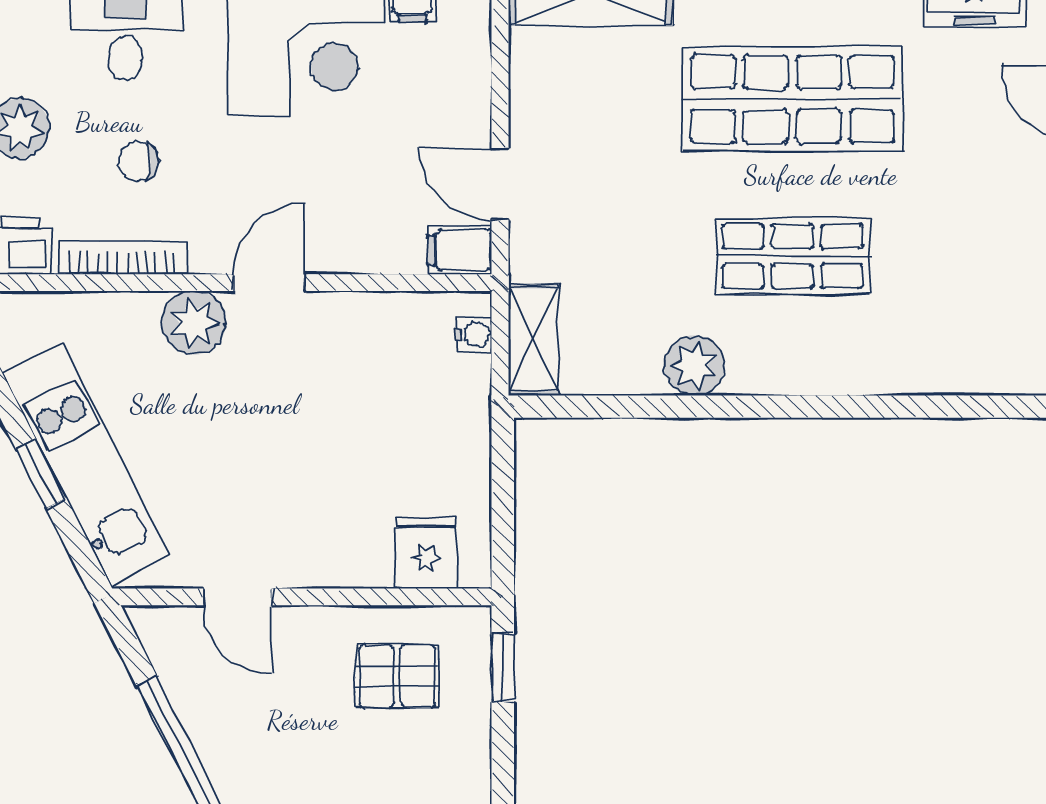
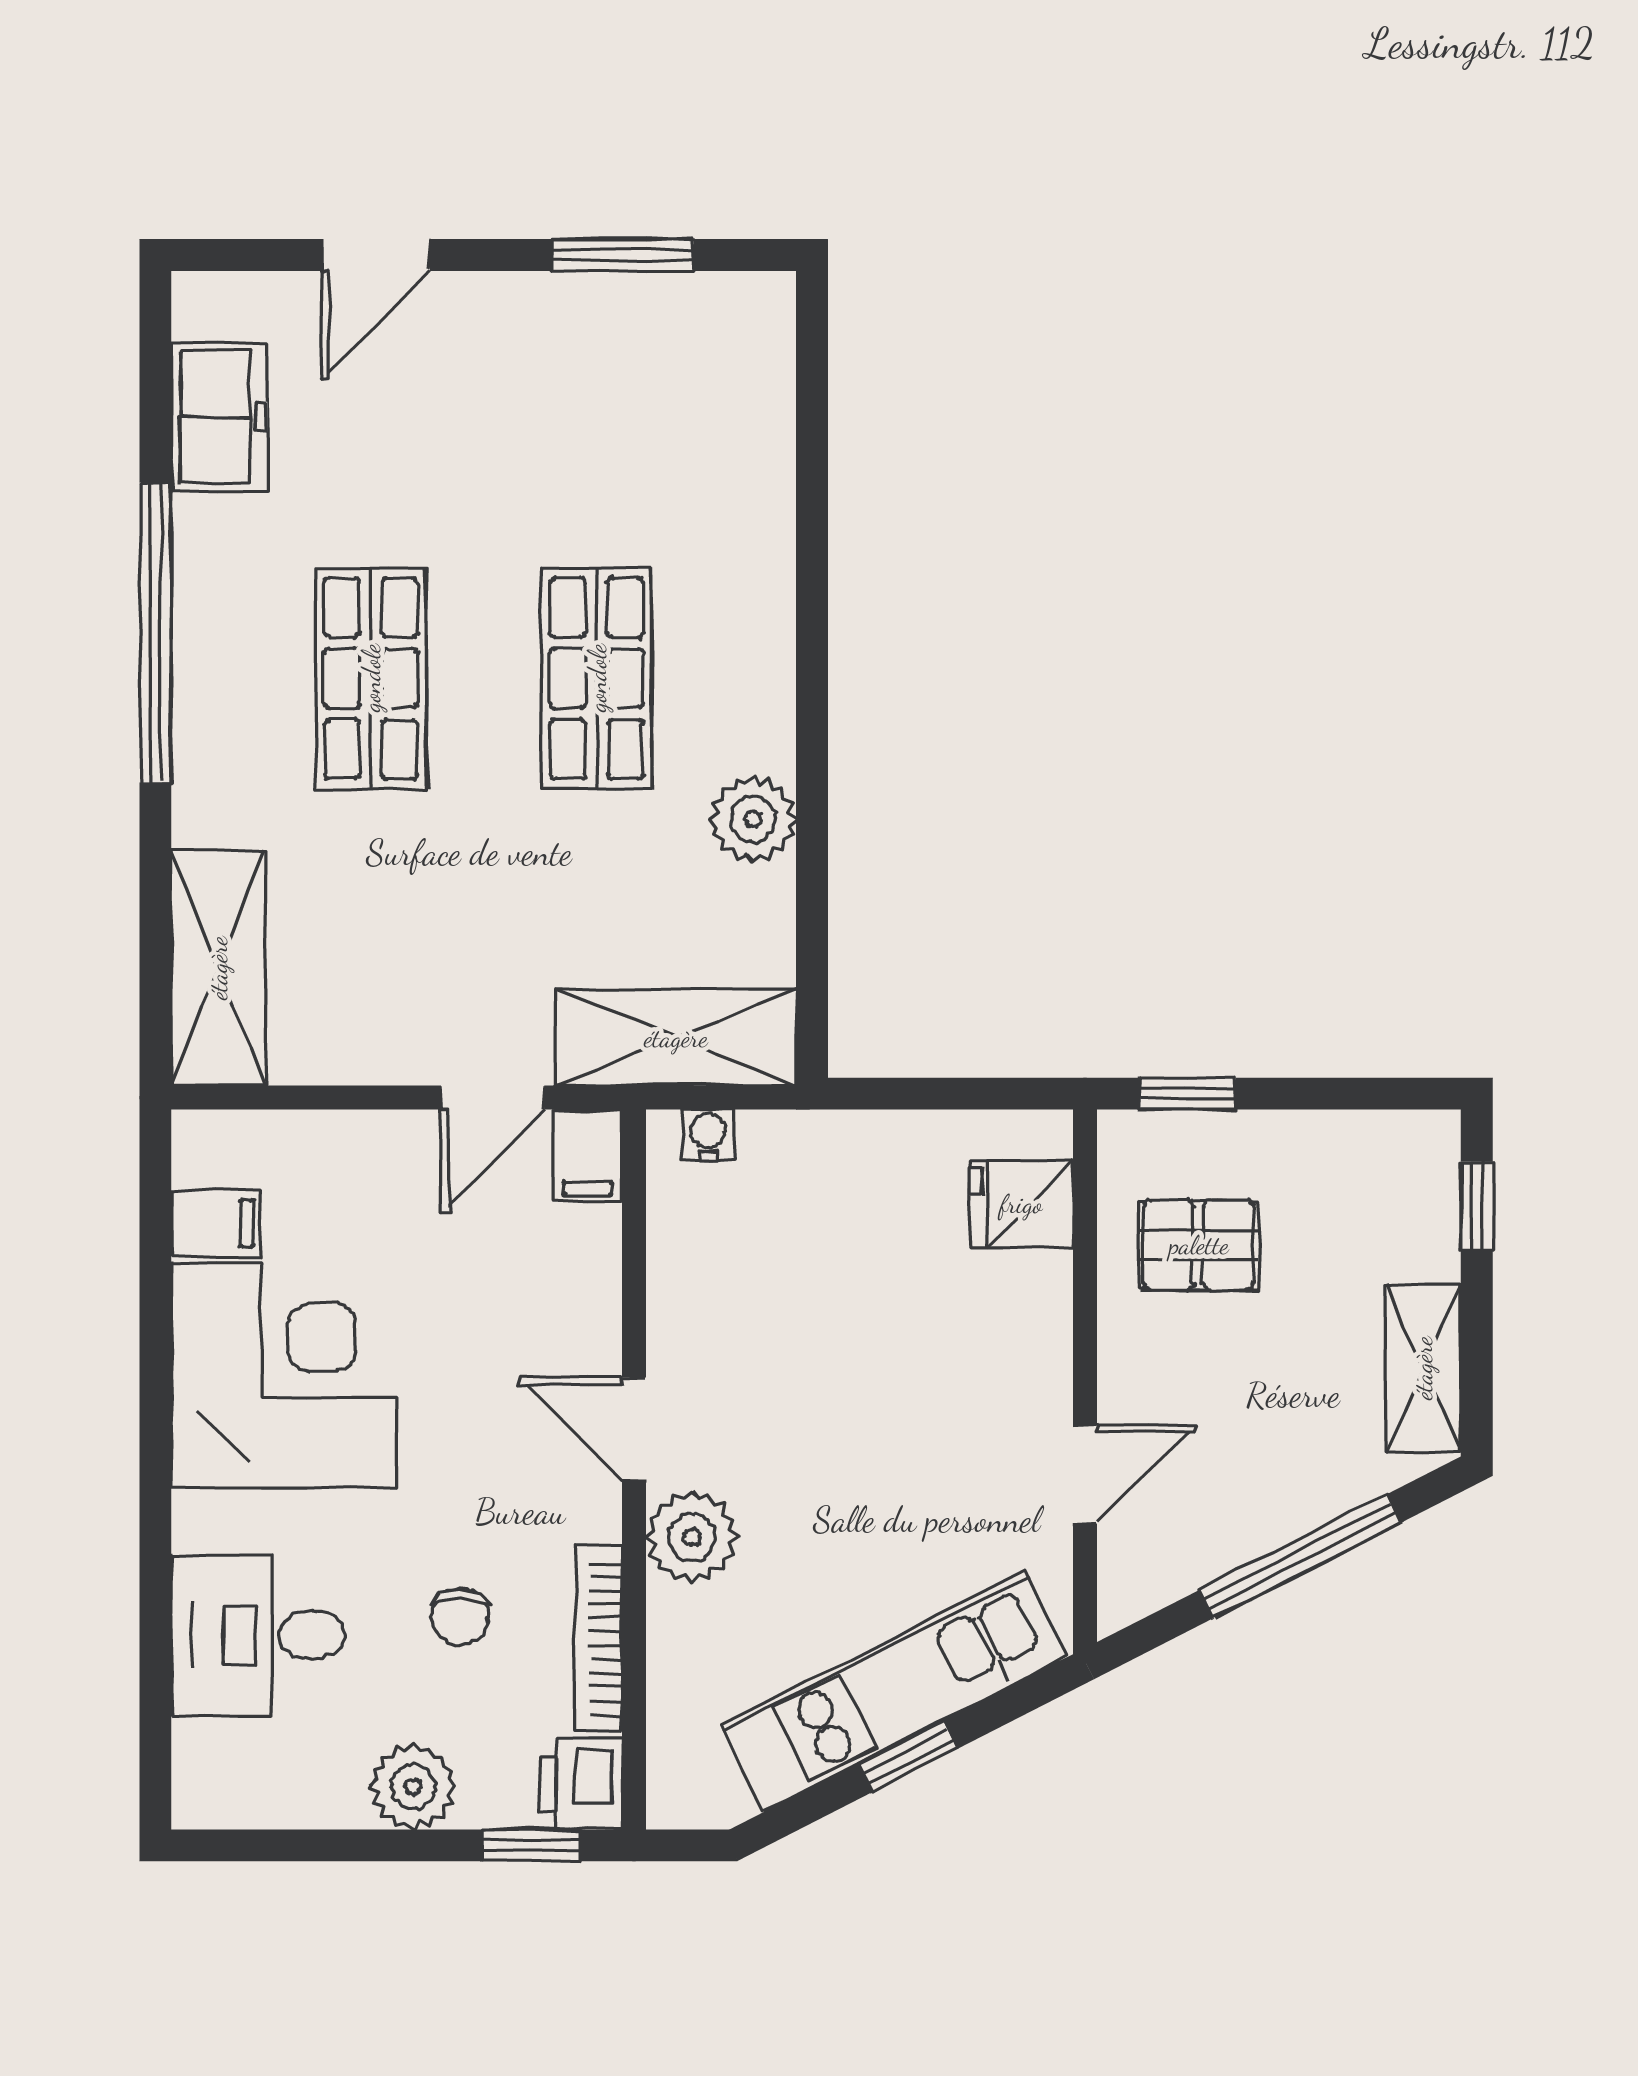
shop shelf: (792, 99) -> (371, 678), width x0.70, depth x0.74
shelving: (533, 340) -> (676, 1038), width x1.50, depth x1.33
pallet: (397, 676) -> (1199, 1245), turned 90

